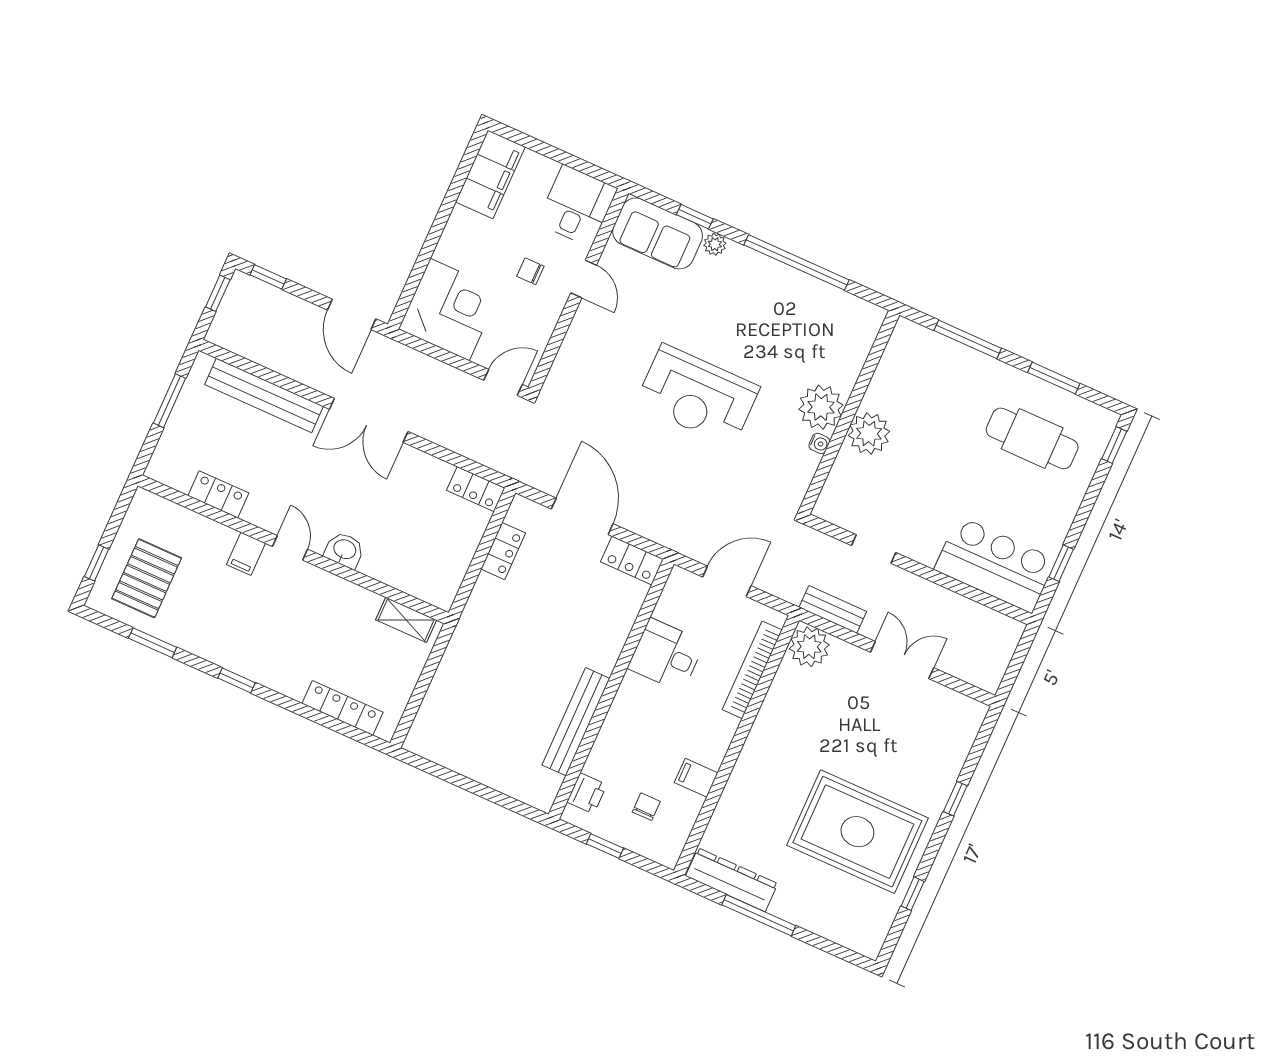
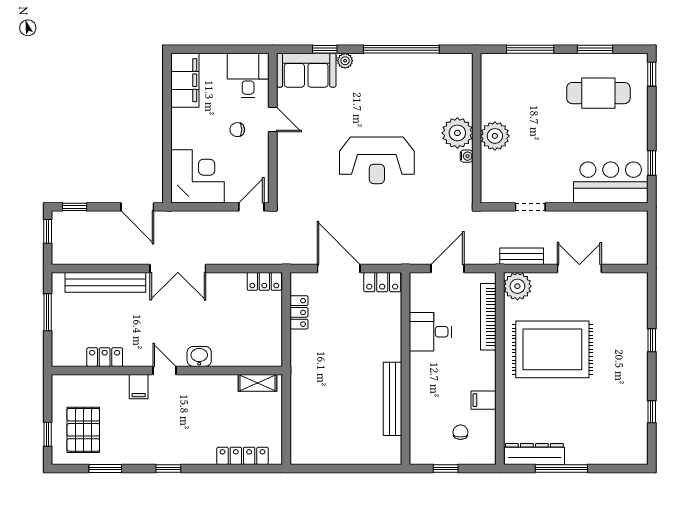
printer: (587, 793) -> (419, 441), removed
rug: (857, 832) -> (552, 349), moved

